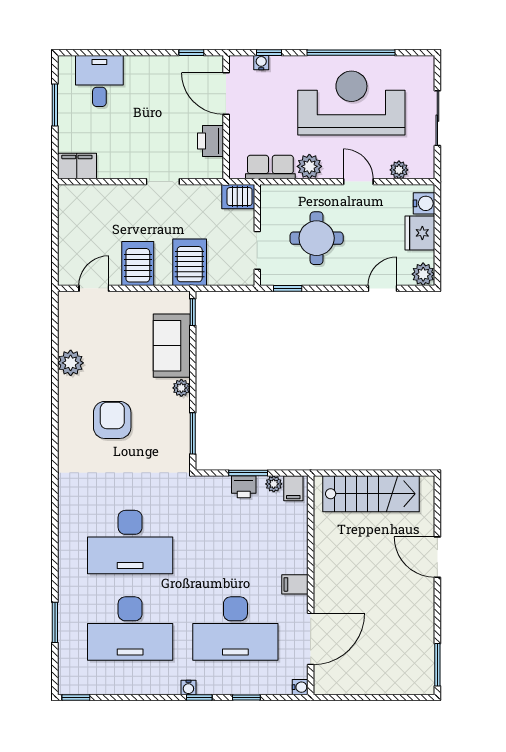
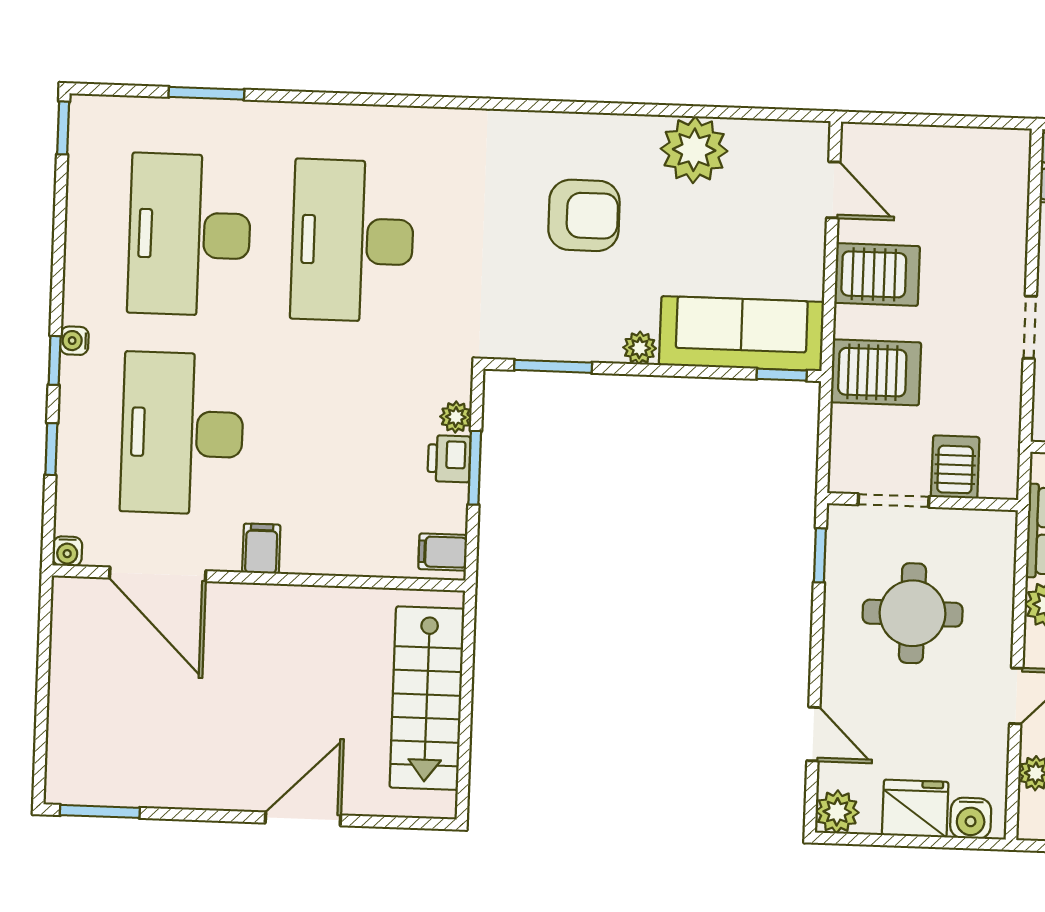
server rack: (238, 197) -> (955, 467), moved
sofa: (172, 346) -> (741, 334), width x1.36
plant: (71, 363) -> (694, 150), width x1.36, depth x1.36
plant: (274, 484) -> (456, 417), moved

